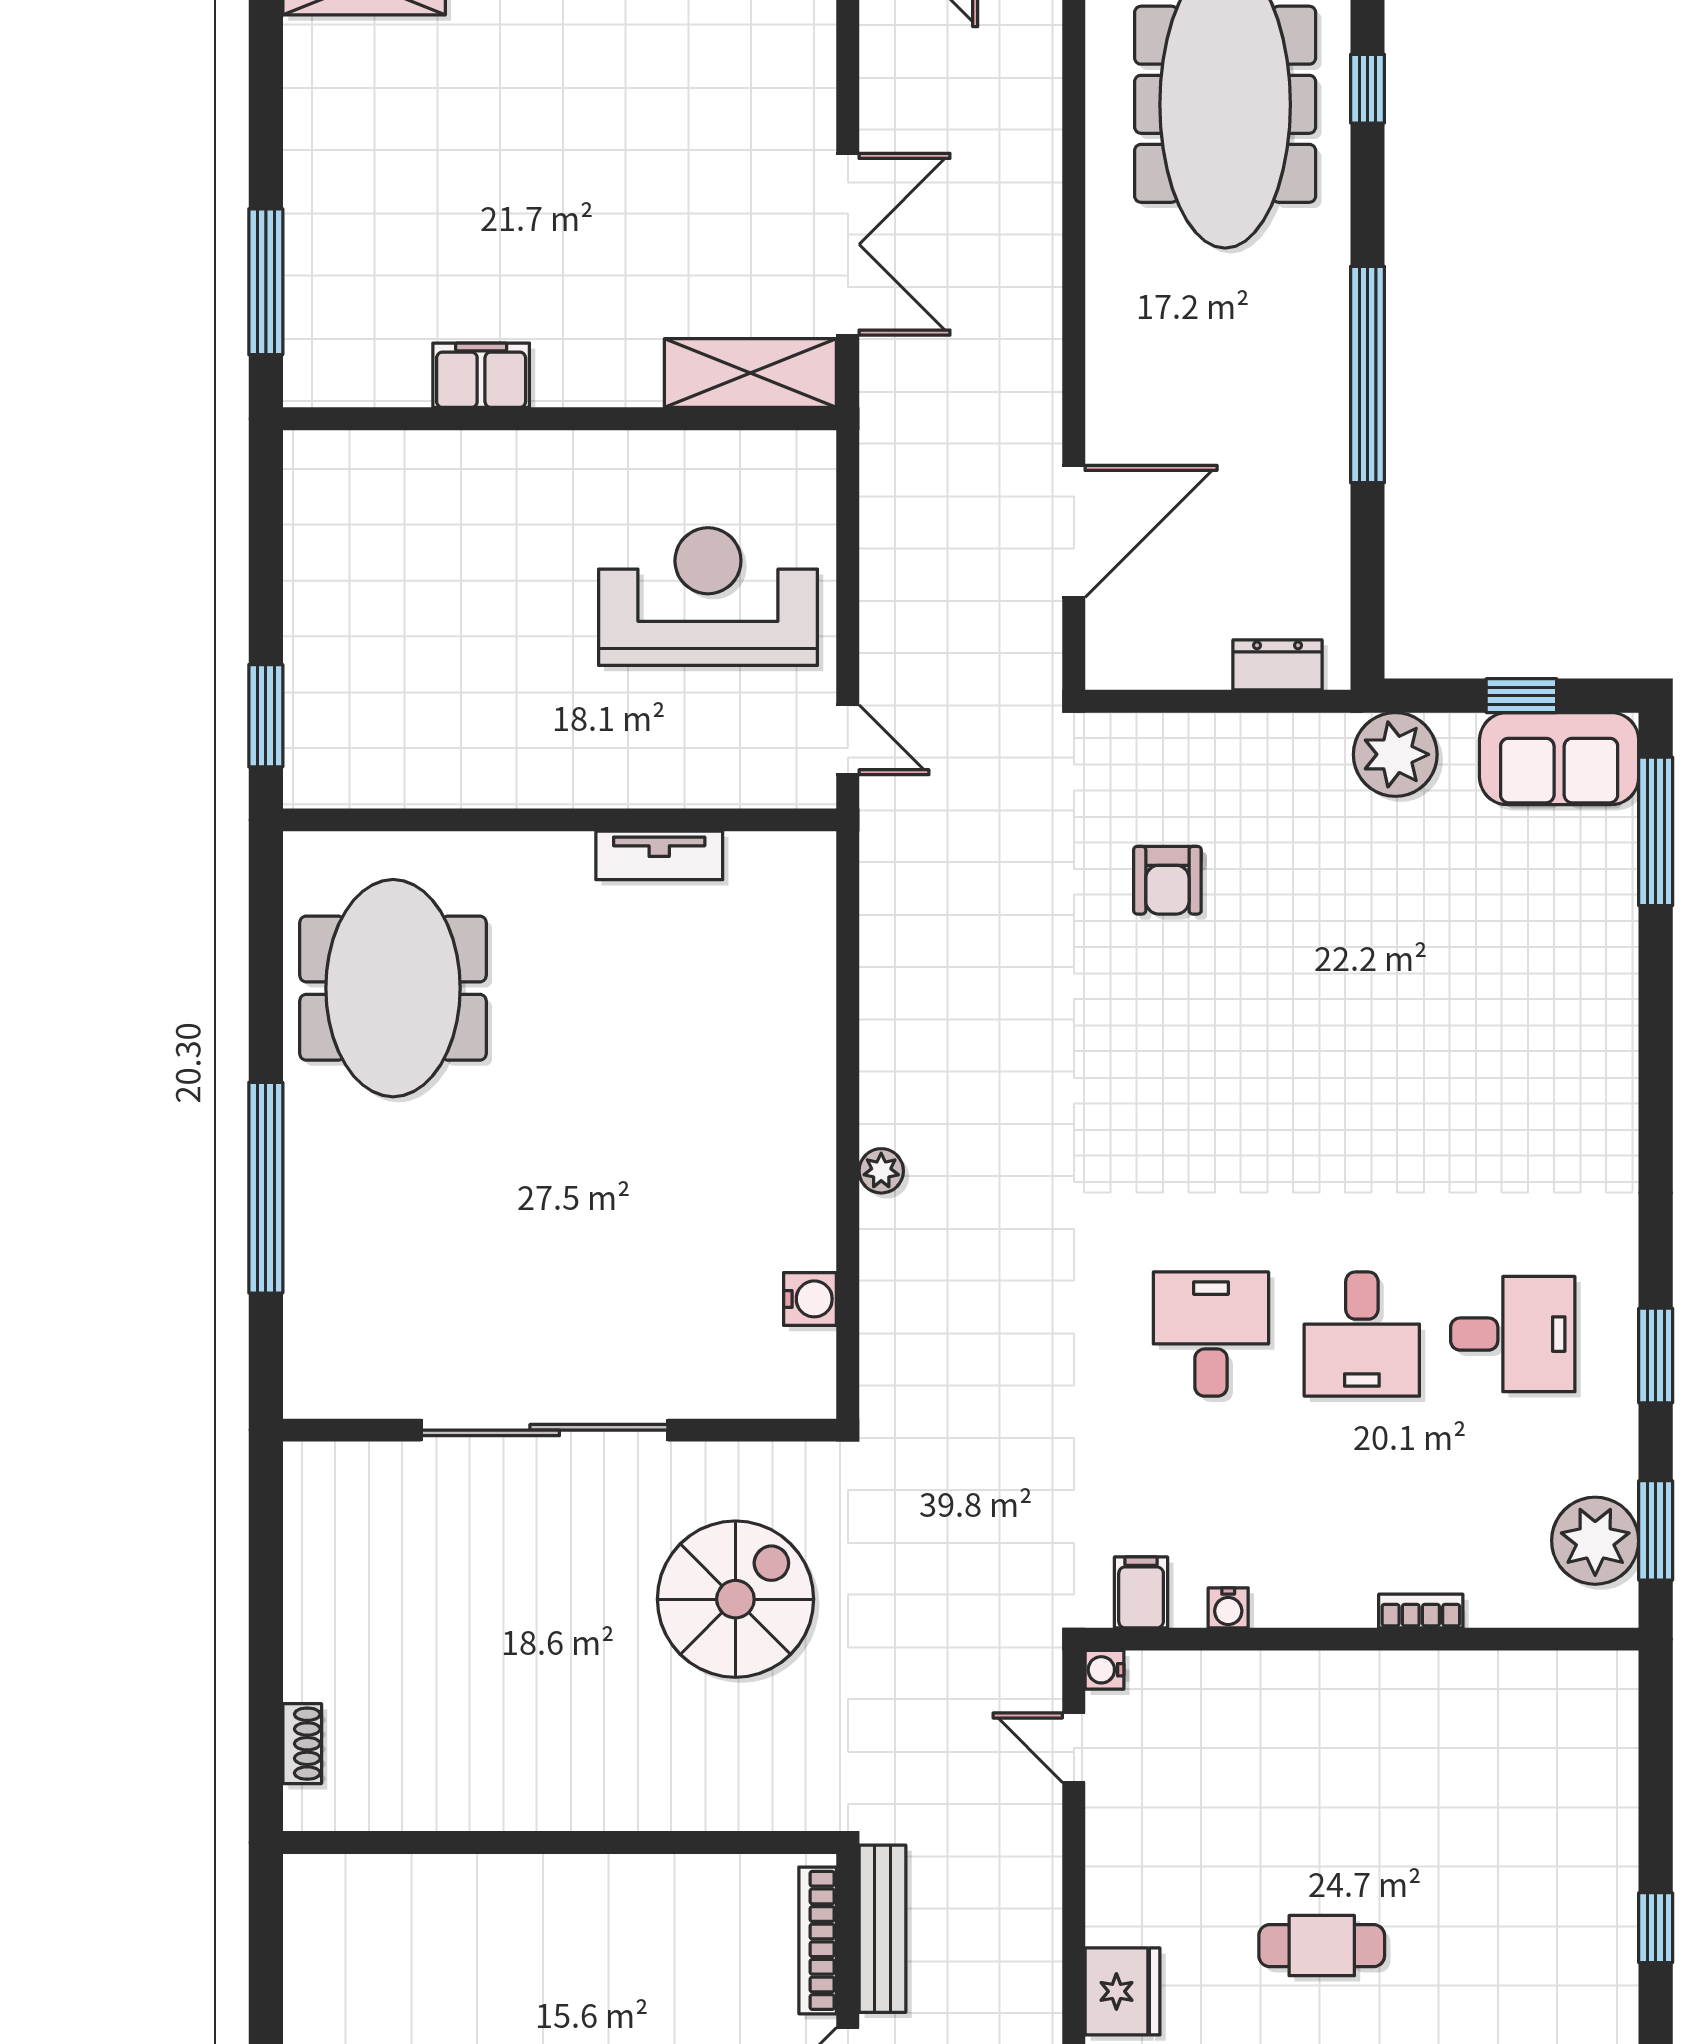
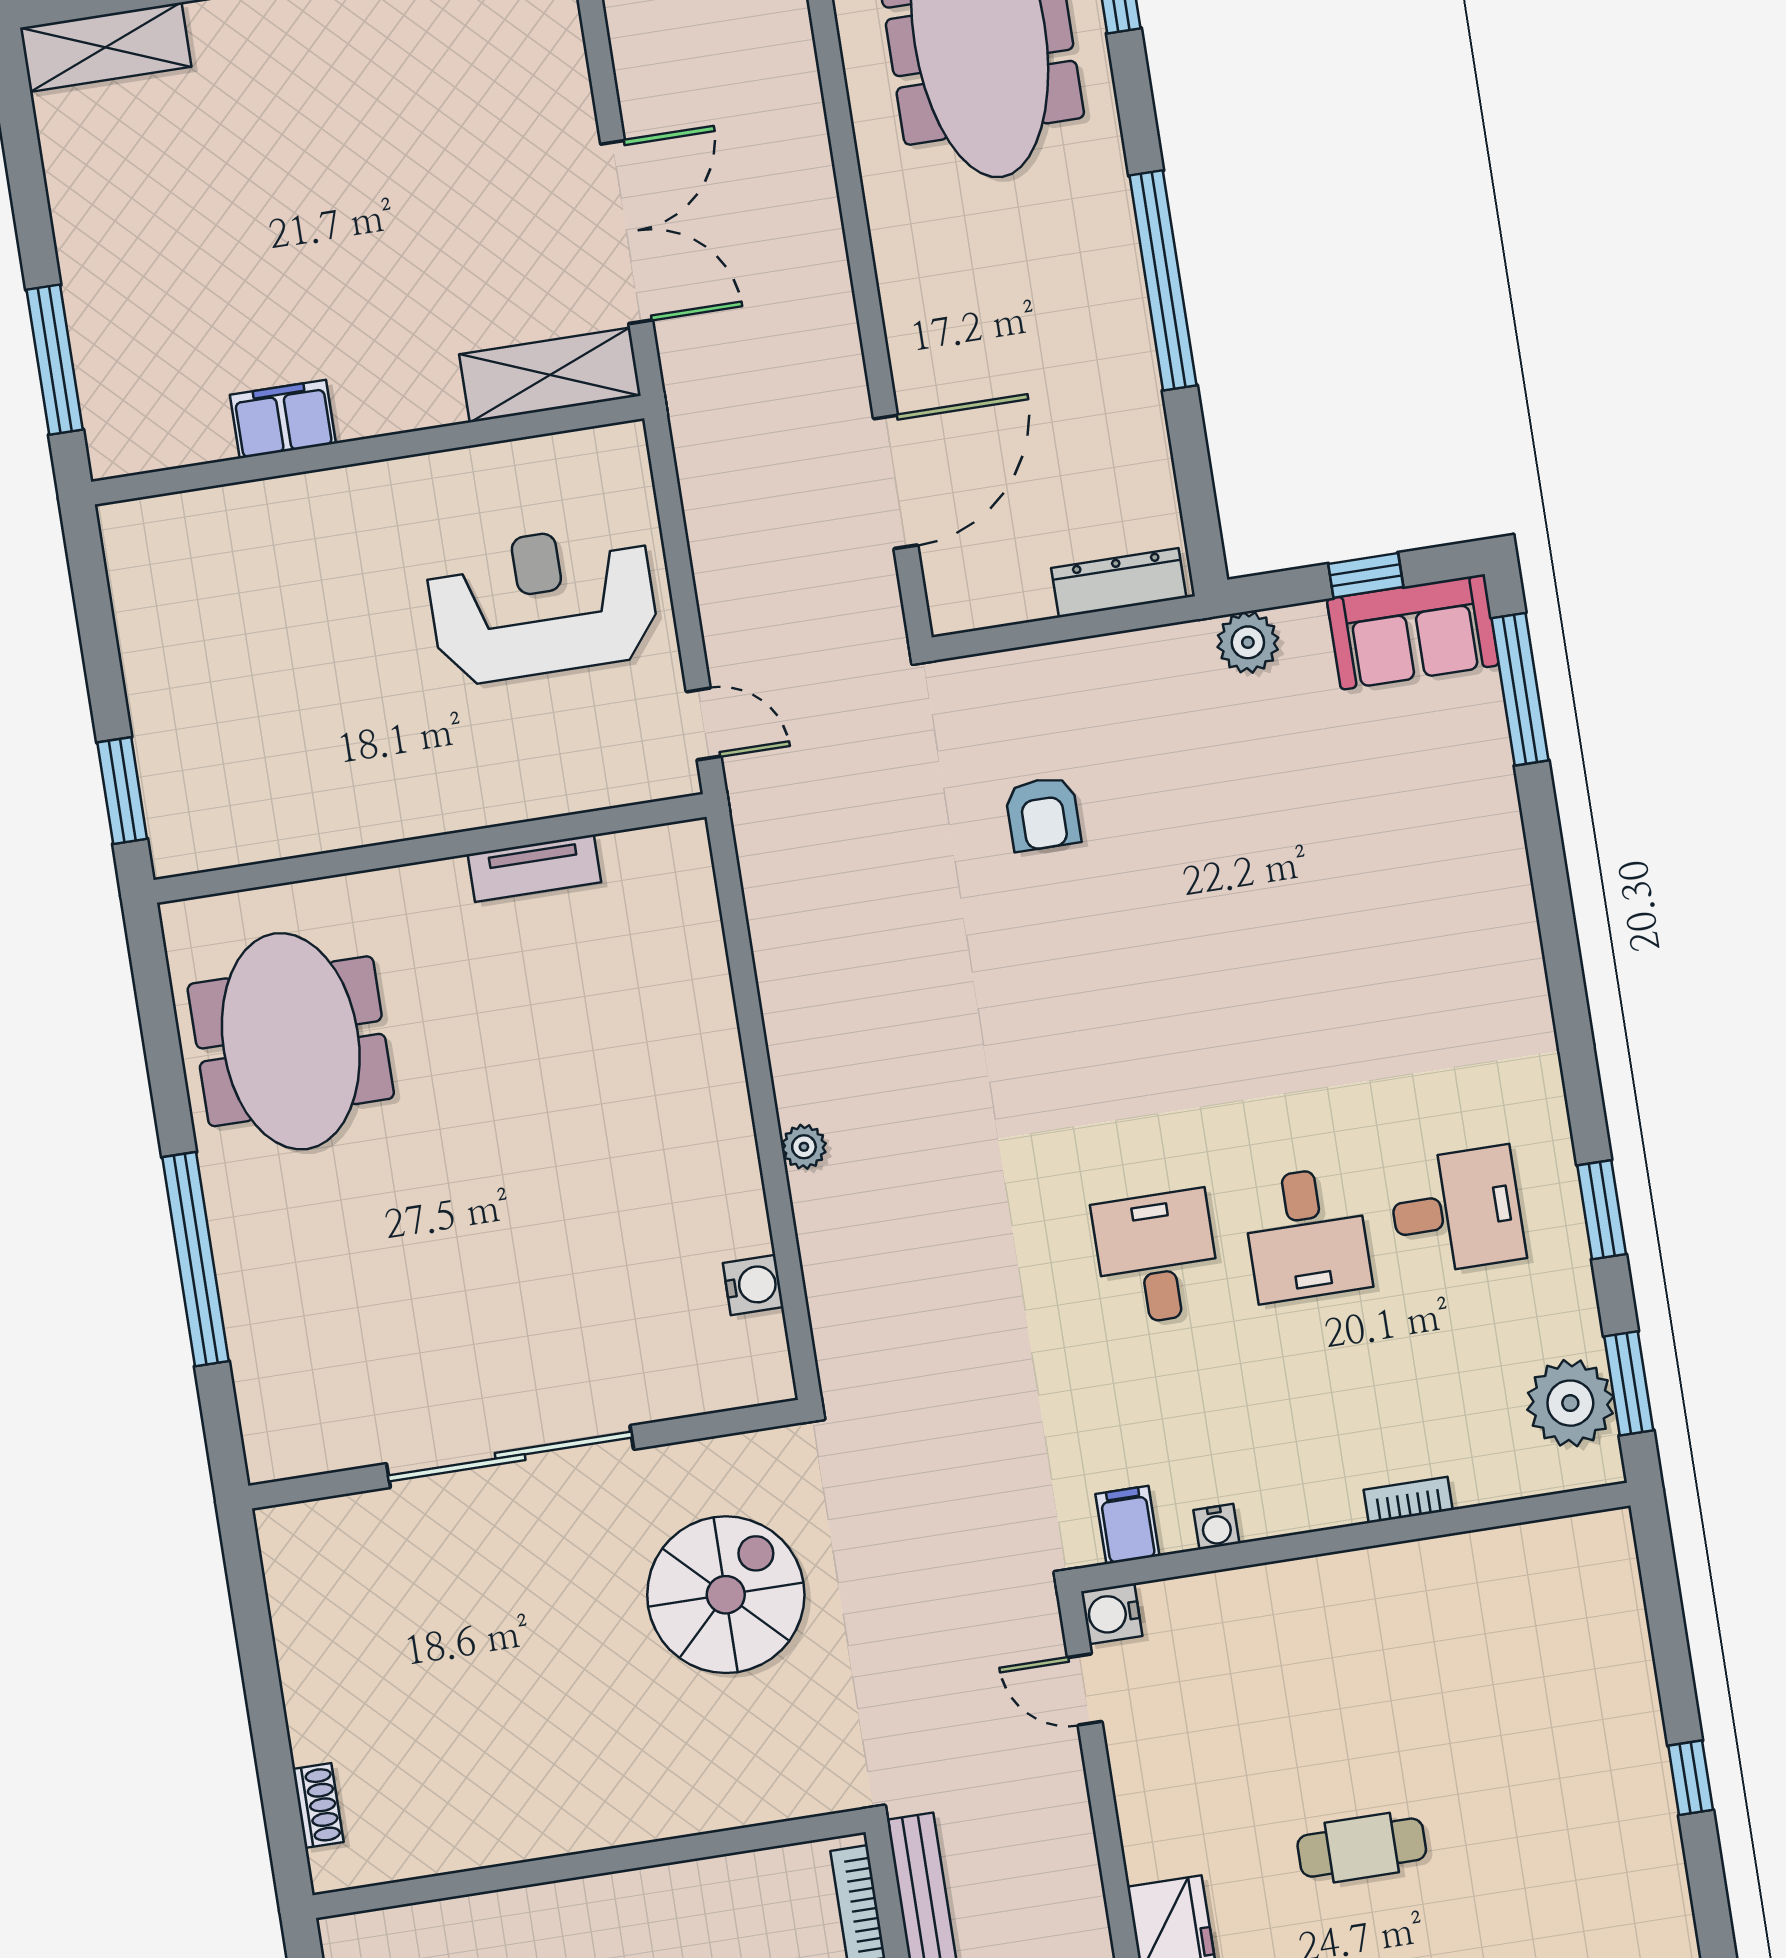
dresser: (1278, 665) -> (1119, 583), width x1.44
plant: (1395, 754) -> (1248, 642), width x0.73, depth x0.73
water cooler: (1104, 1670) -> (1112, 1614), width x1.38, depth x1.38

